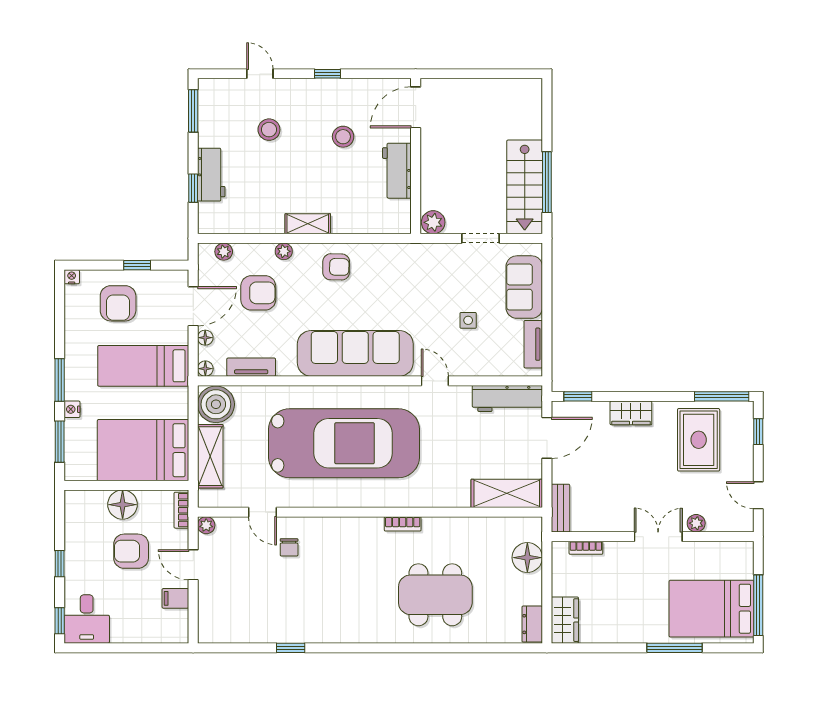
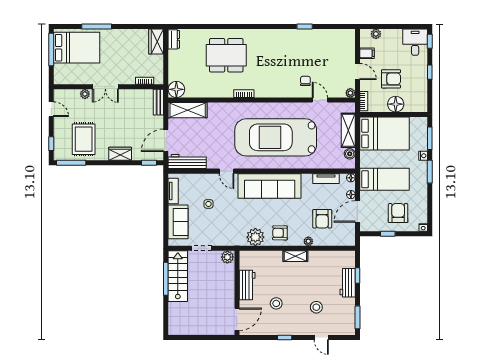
plant: (224, 252) -> (255, 237), moved, width x1.88, depth x1.88
armchair: (258, 293) -> (322, 219), turned -90
boiler: (216, 404) -> (350, 154), width x0.54, depth x0.54
floor lamp: (527, 558) -> (176, 89), moved
plant: (159, 634) -> (376, 34), added

